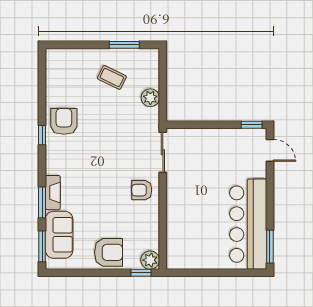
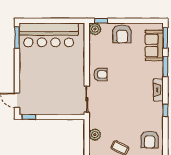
armchair: (64, 121) -> (150, 140), moved
fireplace: (53, 193) -> (158, 90), moved
bar counter: (248, 224) -> (49, 35), moved, turned 90
armchair: (109, 252) -> (122, 34), turned -90

